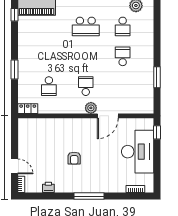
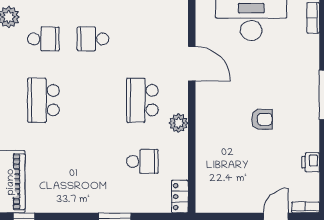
school desk: (86, 27) -> (43, 100), turned 180
school desk: (86, 86) -> (142, 100), width x1.85
plant: (91, 108) -> (179, 123), moved

